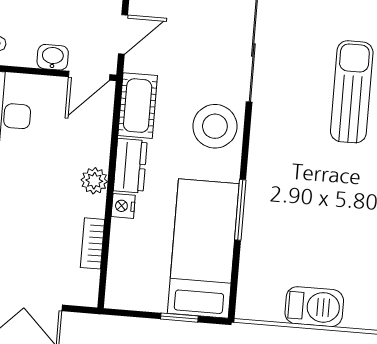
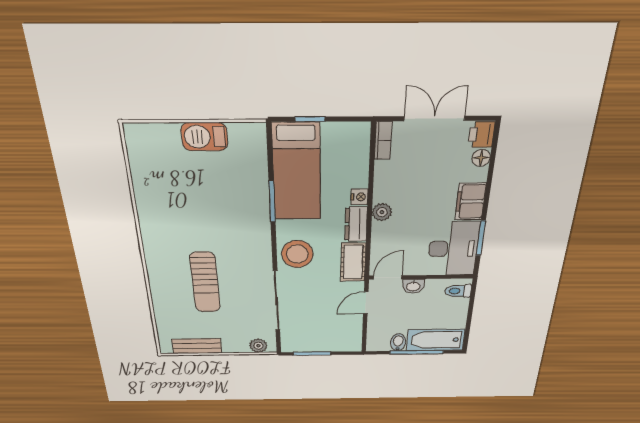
bookcase: (93, 243) -> (383, 140), moved

